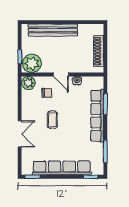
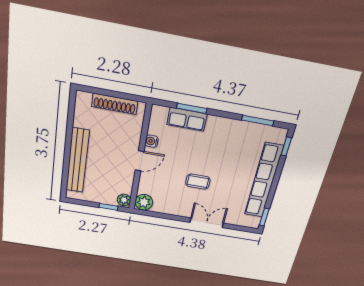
plant: (32, 63) -> (124, 200), width x0.53, depth x0.53
chair: (47, 93) -> (161, 182), removed
row of seats: (97, 116) -> (187, 119), width x0.50

